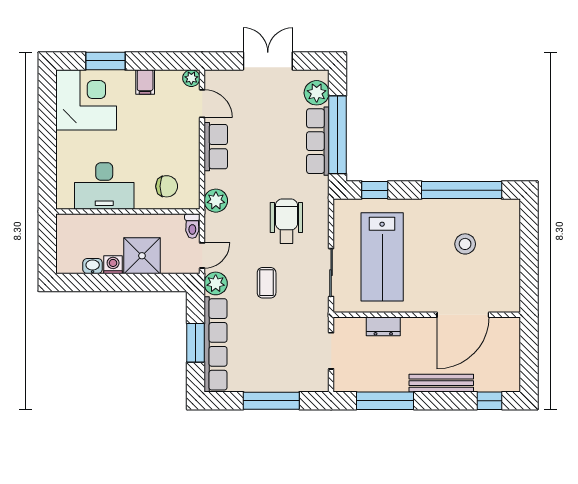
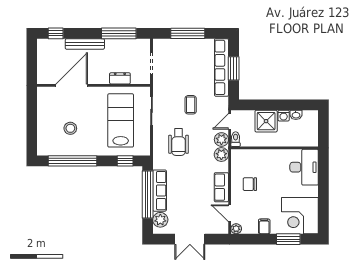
desk: (104, 186) -> (304, 167), moved, turned 90
chair: (167, 186) -> (250, 184), moved
plant: (216, 283) -> (221, 139), moved

